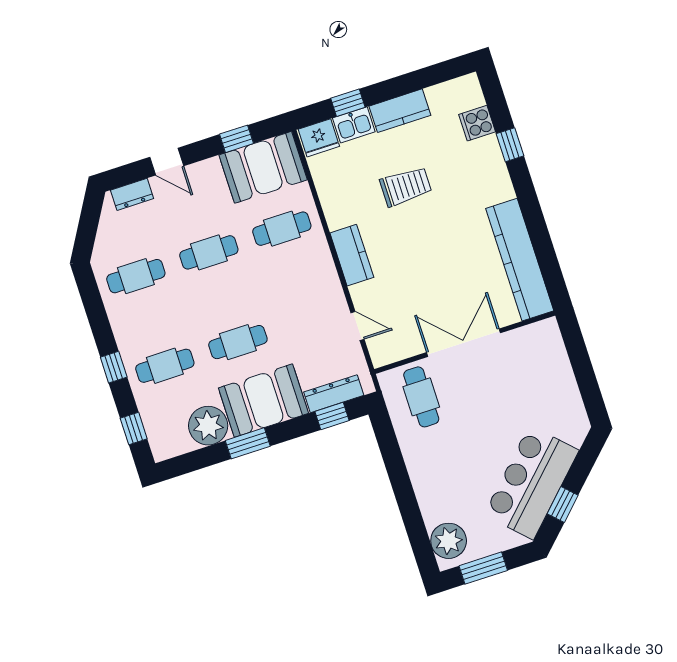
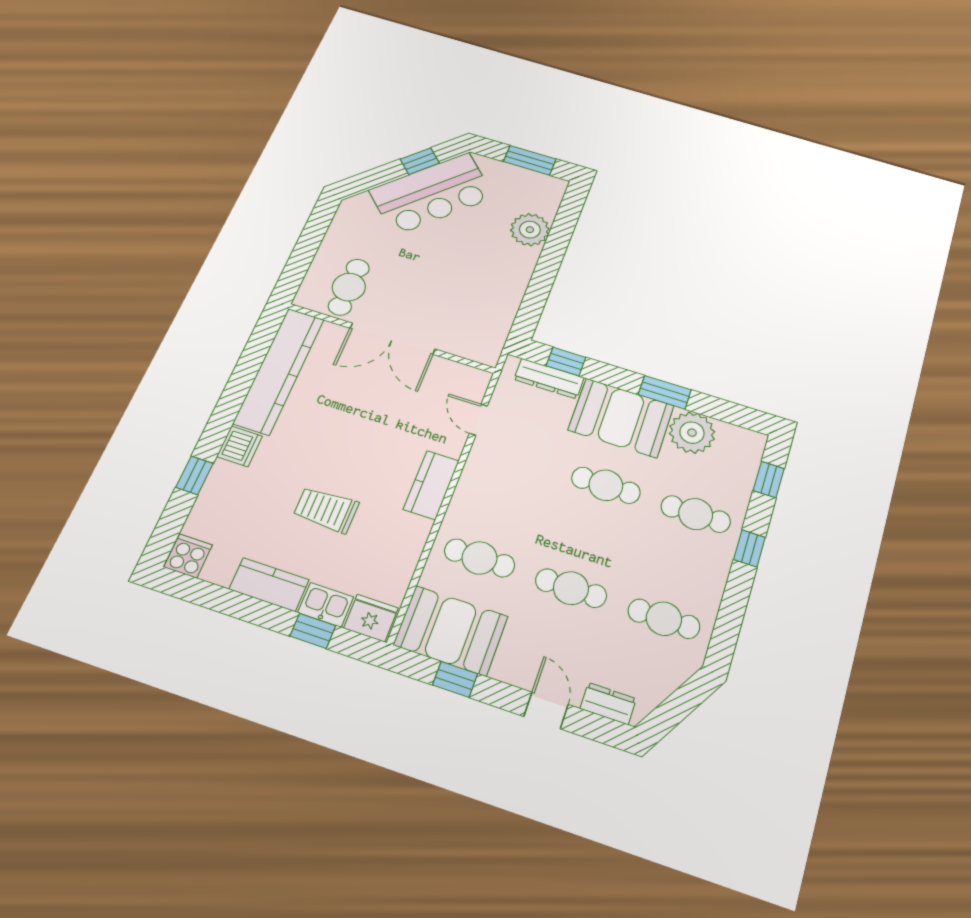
cooker: (477, 123) -> (188, 556), moved, turned -90
dishwasher: (499, 186) -> (239, 446), added
cafe table: (421, 397) -> (349, 287), moved
plant: (449, 541) -> (530, 230), moved

